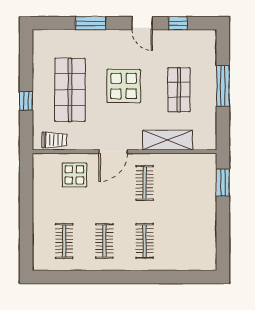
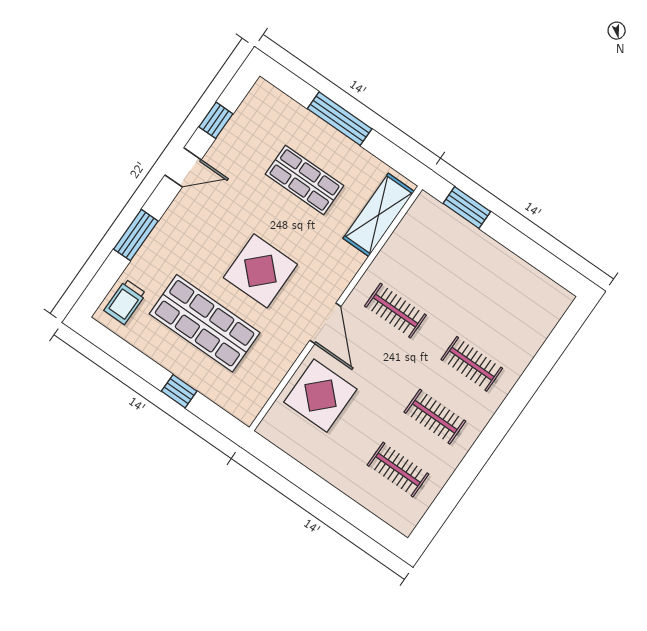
display table: (124, 86) -> (260, 271), moved
trolley: (54, 140) -> (125, 302), moved, turned 180
shelving: (167, 140) -> (379, 215), moved
display table: (74, 175) -> (320, 396), width x1.36, depth x1.36

